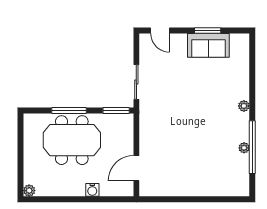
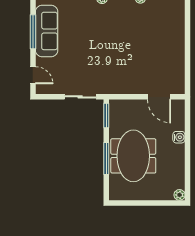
door: (160, 30) -> (33, 75), hinge flipped
window: (208, 30) -> (33, 32), width x1.44
sofa: (208, 45) -> (47, 31), width x1.36

